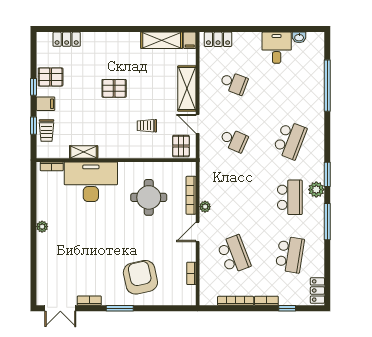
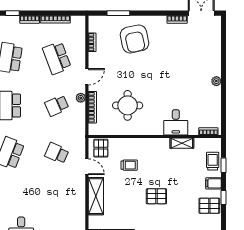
school desk: (234, 83) -> (57, 106), moved, turned -45
desk: (91, 182) -> (176, 122), width x0.53, depth x0.77
window: (120, 308) -> (118, 13), moved

